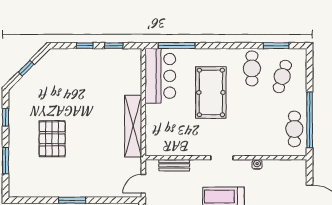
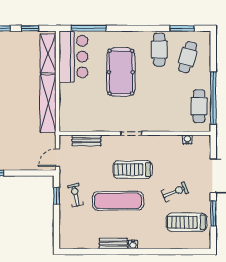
shelving: (133, 73) -> (48, 54), added
water cooler: (257, 164) -> (187, 139), moved

